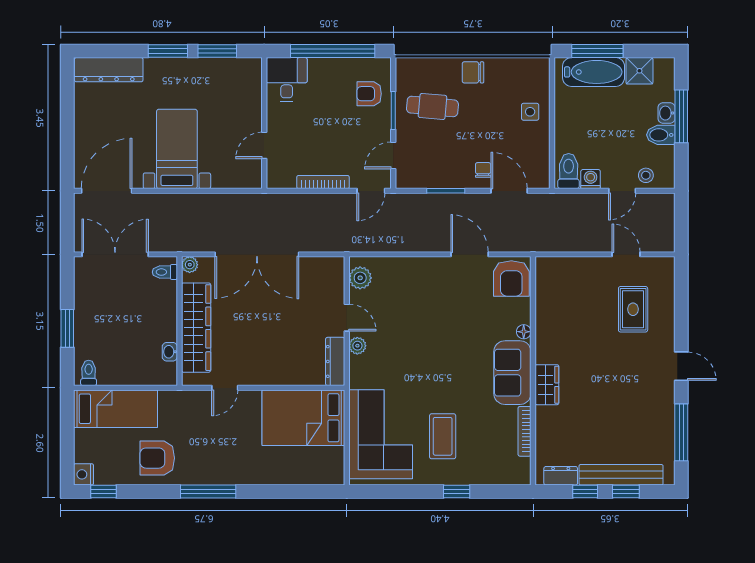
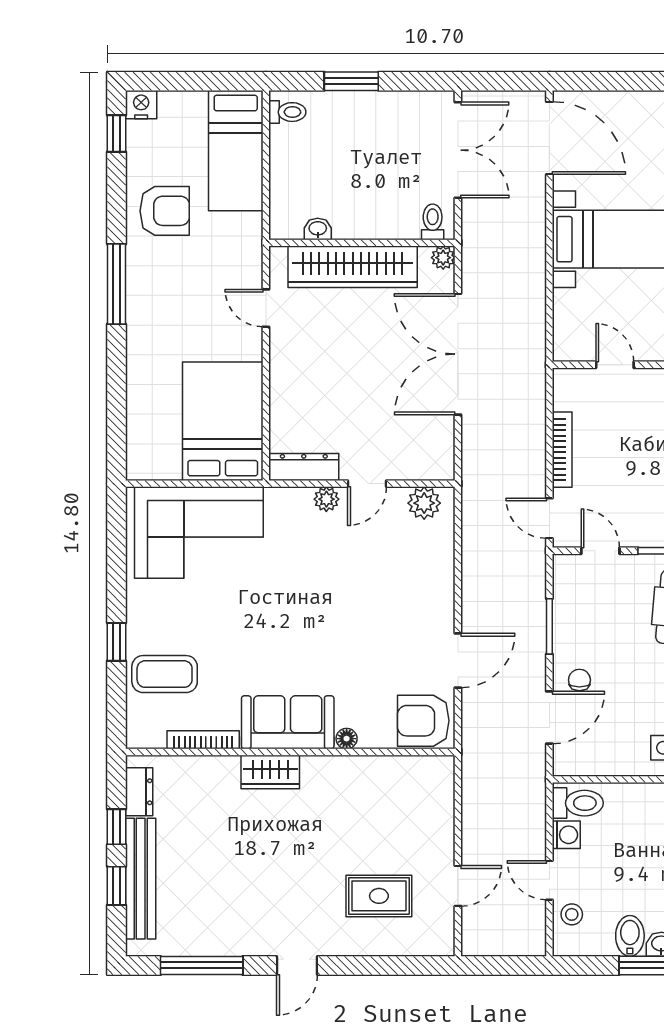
chair: (483, 170) -> (579, 680), turned -90
coffee table: (443, 436) -> (165, 674), moved
armchair: (157, 458) -> (165, 211), turned 90

